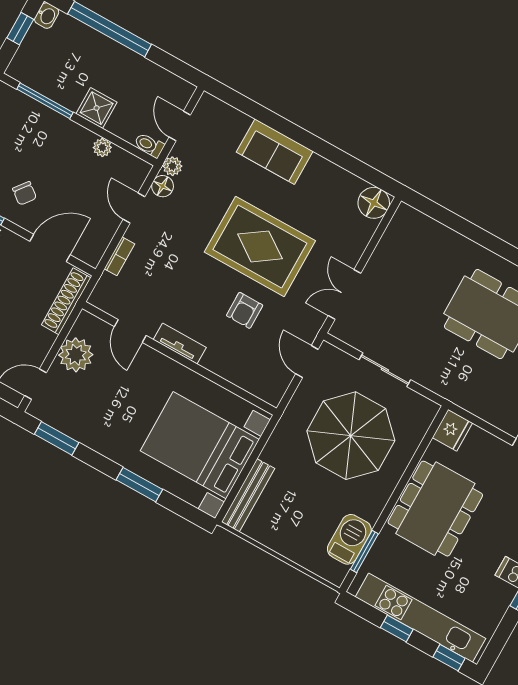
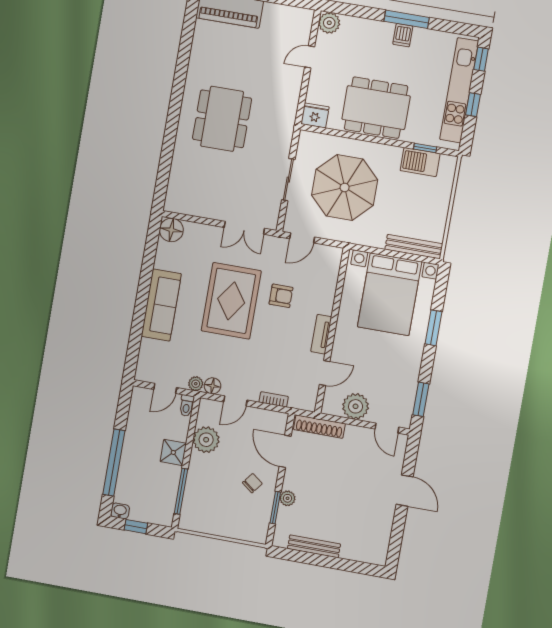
plant: (102, 148) -> (206, 440), width x1.88, depth x1.88
sofa: (275, 152) -> (161, 305), width x1.36
window: (364, 552) -> (425, 148), width x0.67

